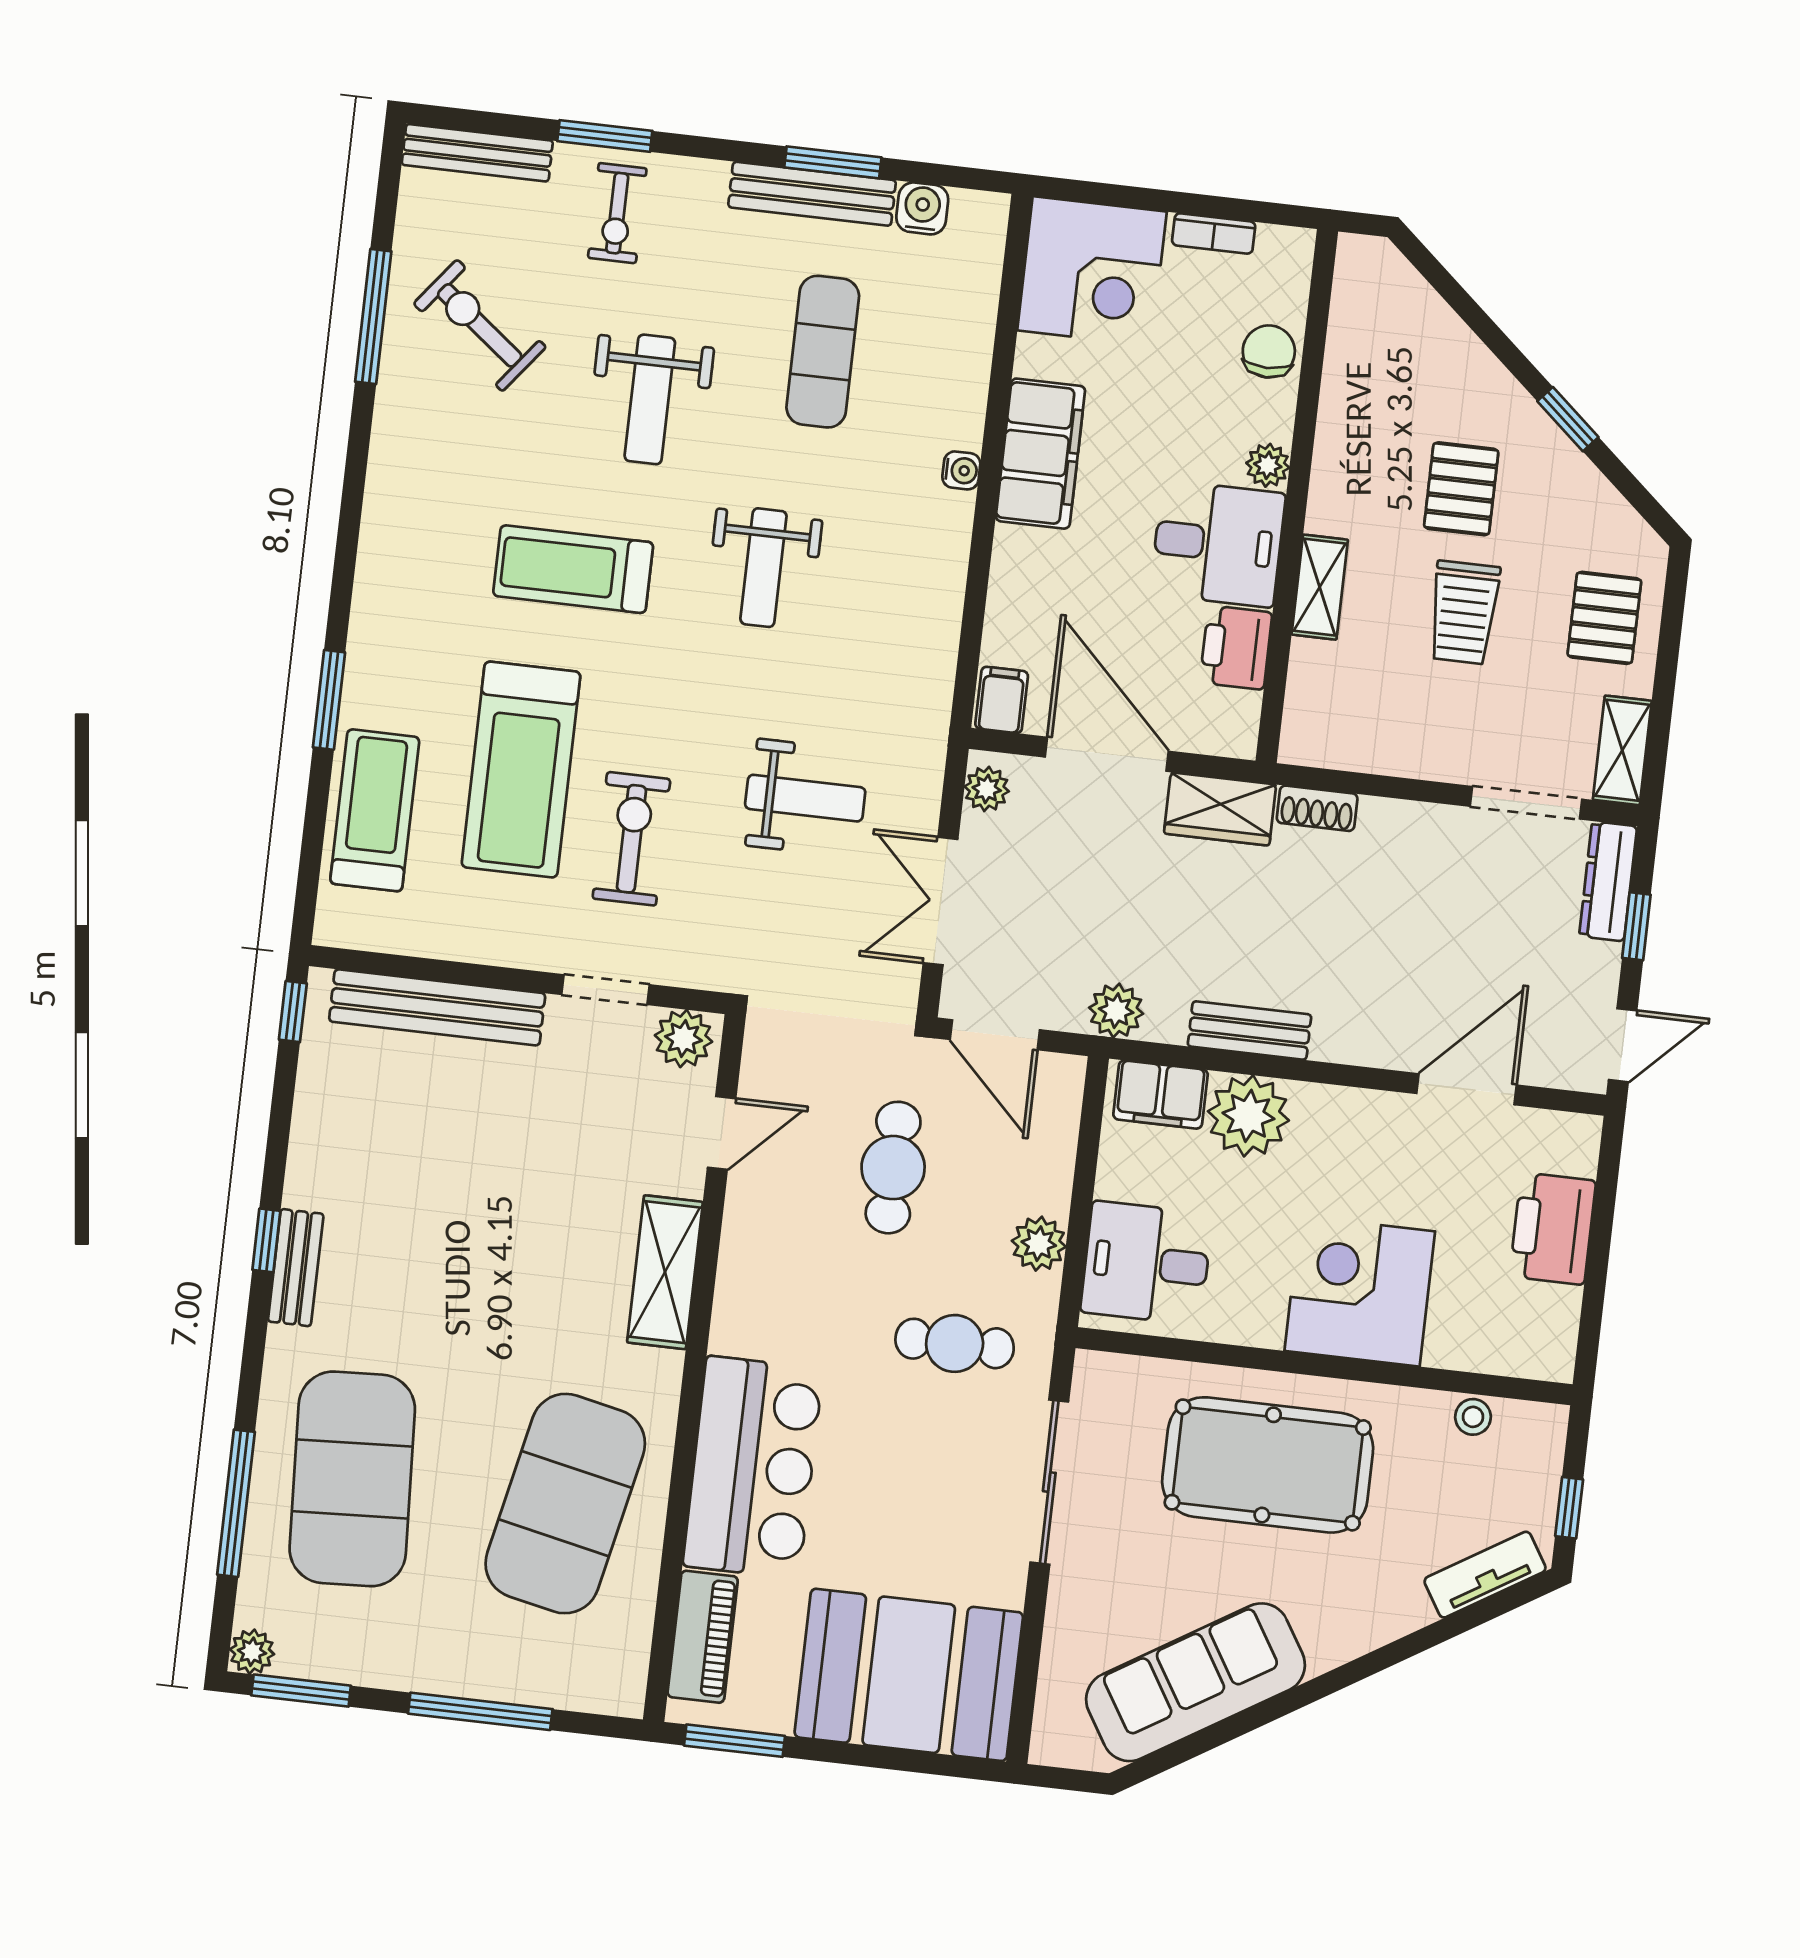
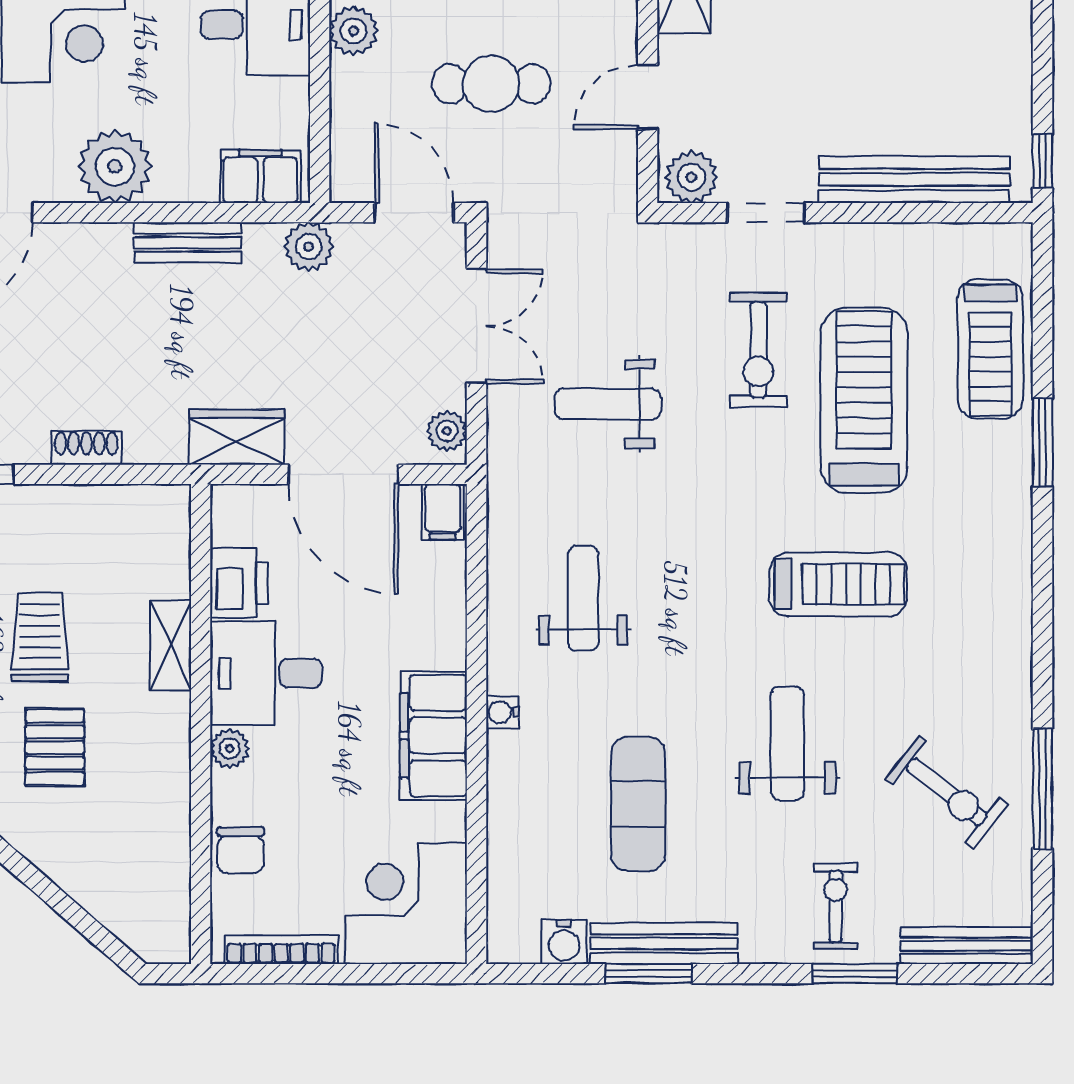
bookcase: (1214, 233) -> (281, 950), width x1.56
weight bench: (763, 568) -> (583, 598), moved
shoe rack: (1317, 808) -> (86, 448), moved
plant: (1248, 1116) -> (115, 166), moved
cafe table: (893, 1168) -> (491, 84), turned 90

